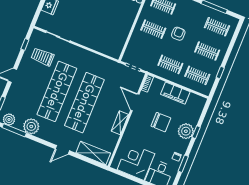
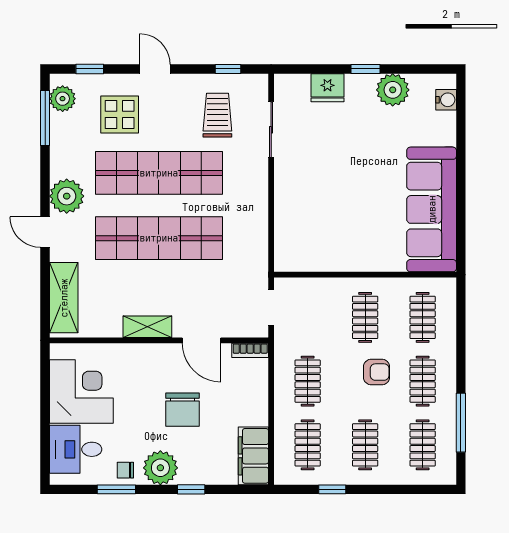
clothes rail: (190, 16) -> (423, 381), added
filing cabinet: (175, 93) -> (253, 456), moved
display table: (25, 98) -> (120, 114), added
door: (135, 102) -> (202, 340), swing flipped
plant: (31, 126) -> (67, 196), moved
plant: (186, 131) -> (160, 468), moved

